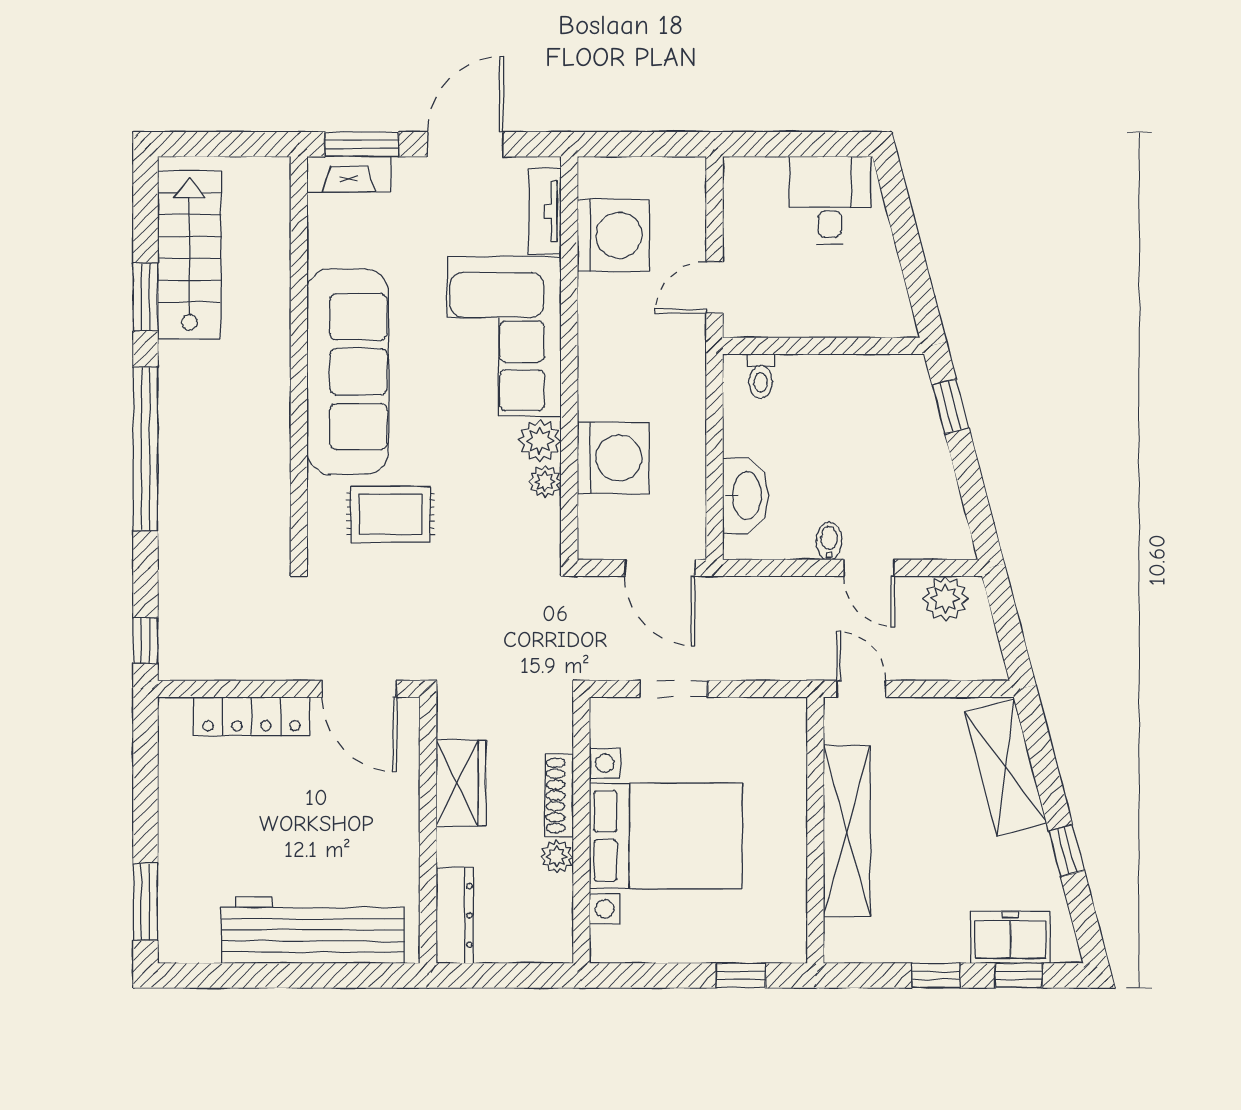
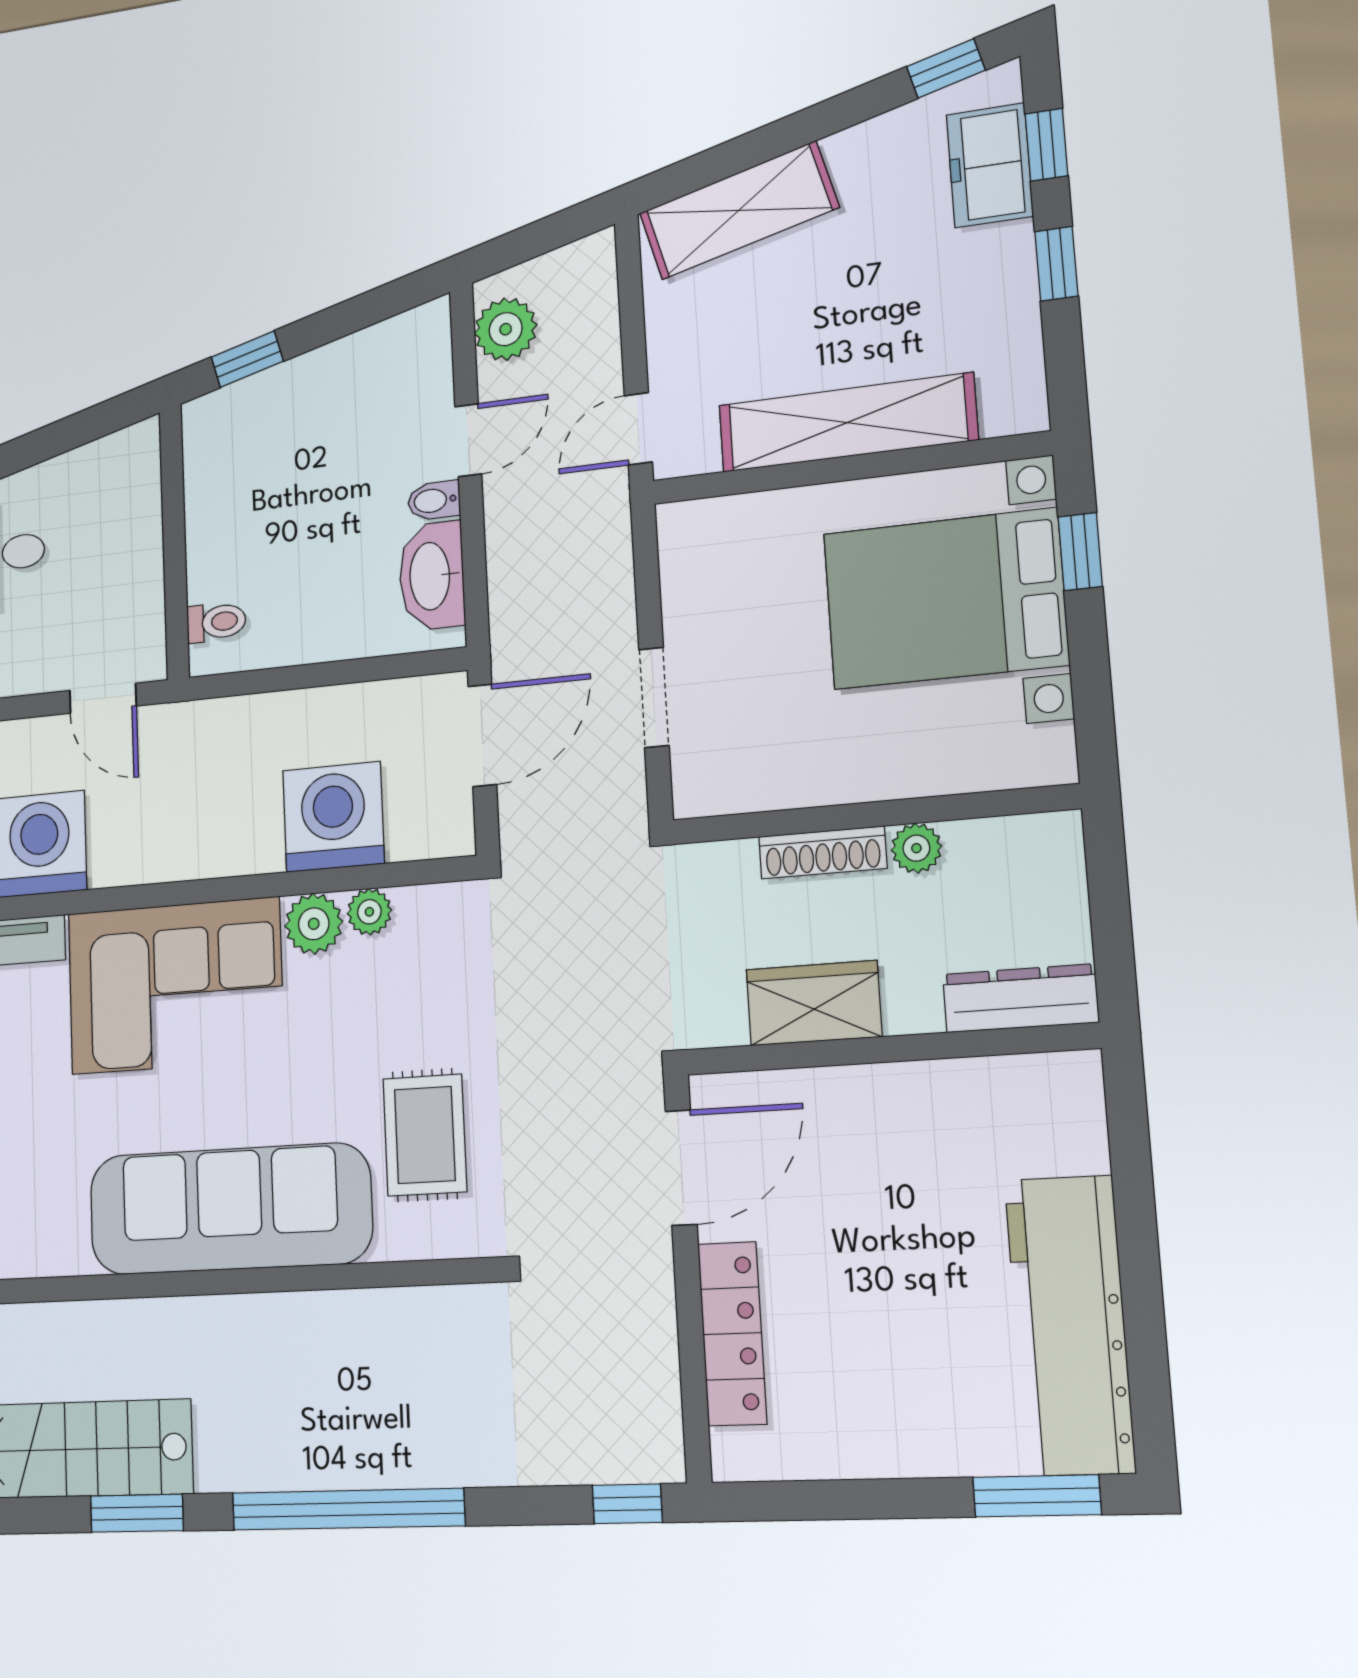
washbasin: (746, 496) -> (432, 576), moved, turned -90
bed with nightstands: (666, 836) -> (945, 599), moved, turned -90
window: (1066, 851) -> (946, 68), moved
workbench: (313, 930) -> (1070, 1325), moved

